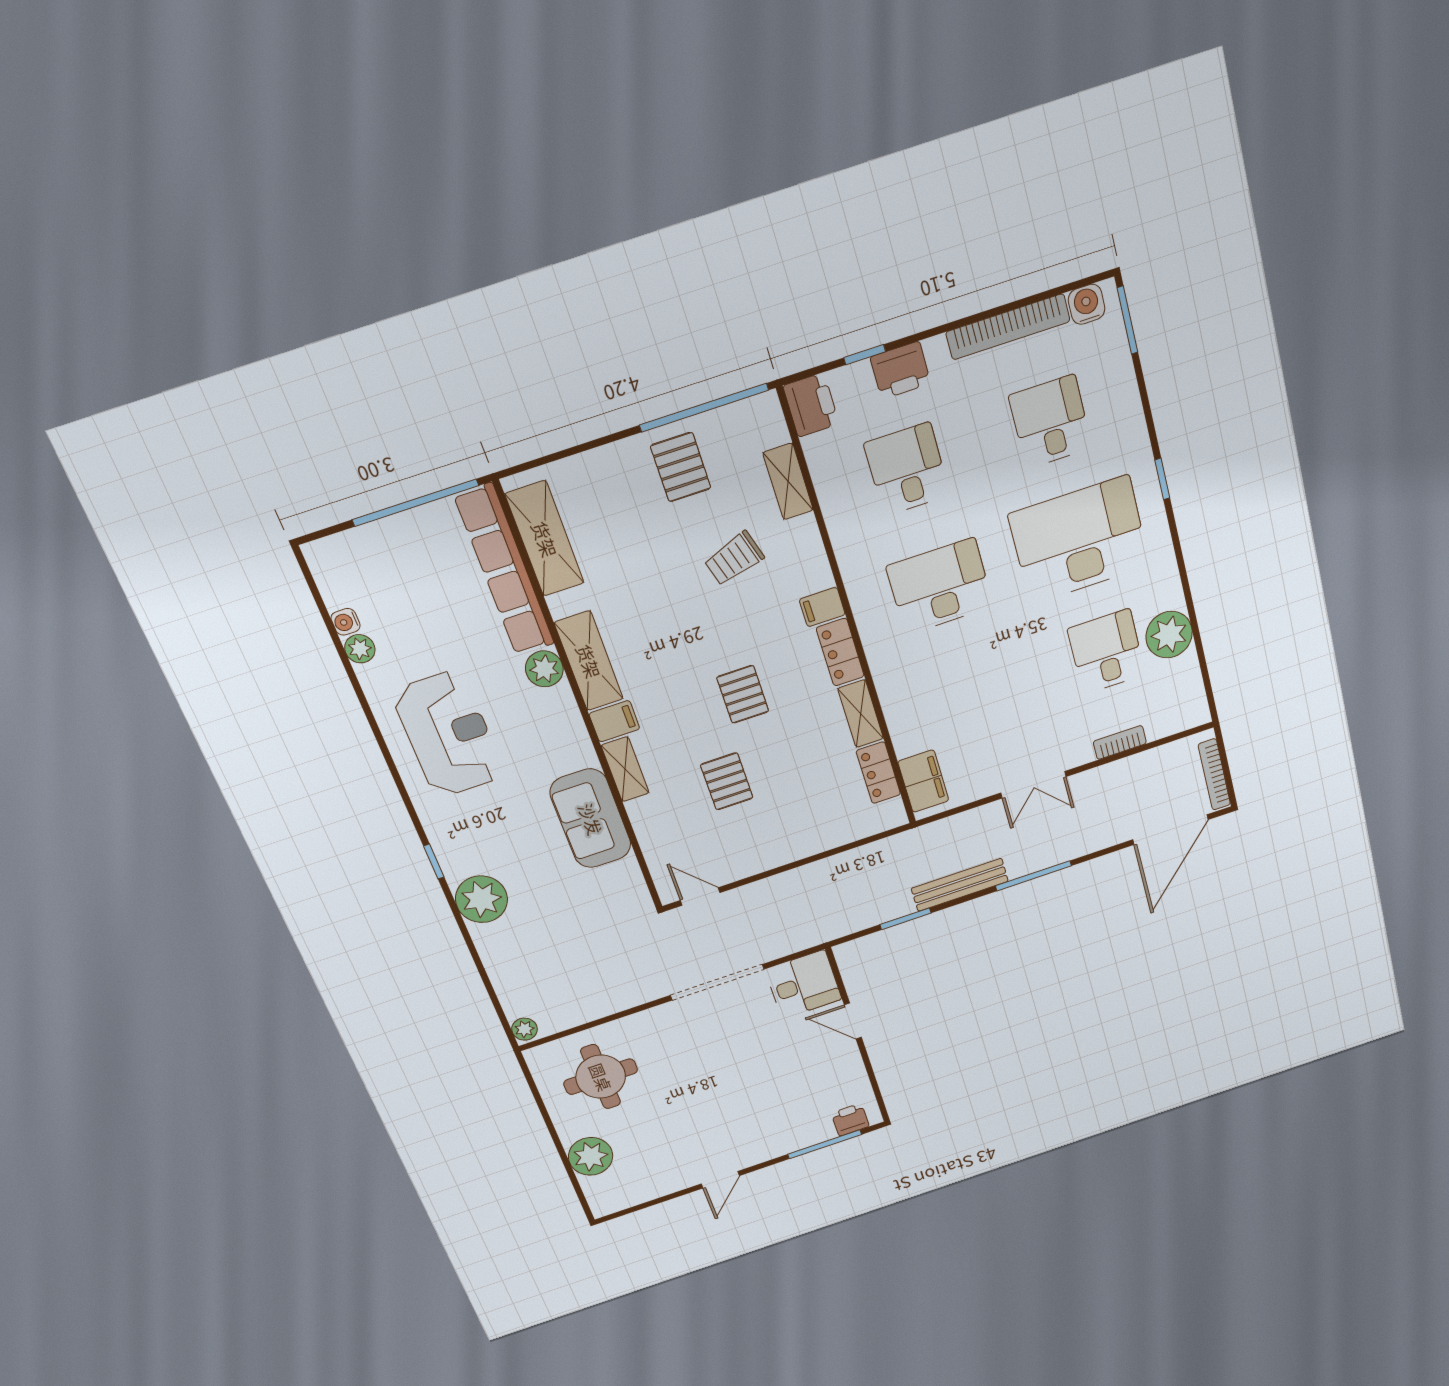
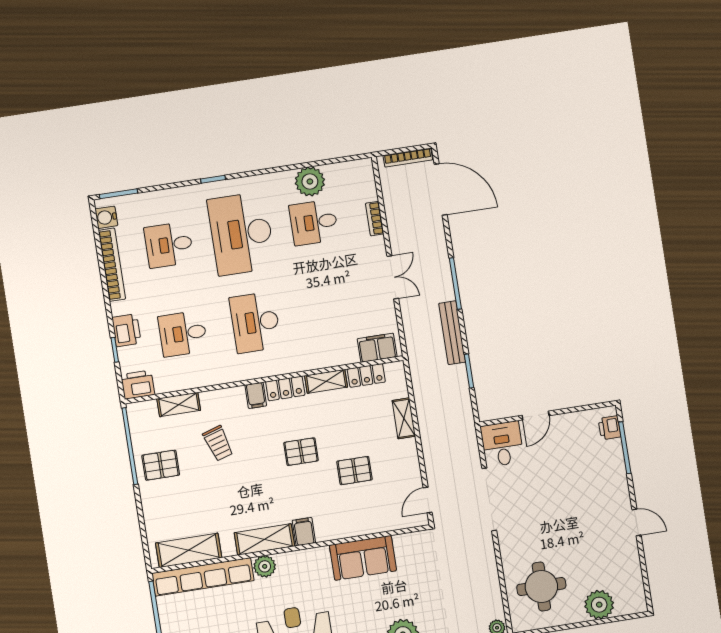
shelving: (625, 769) -> (404, 418), moved, turned 90

